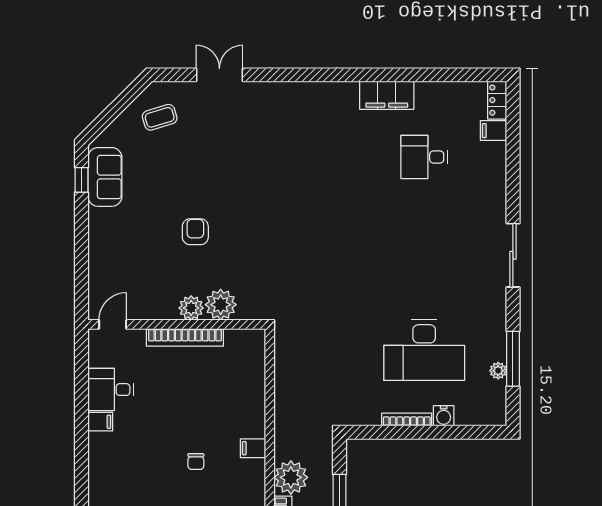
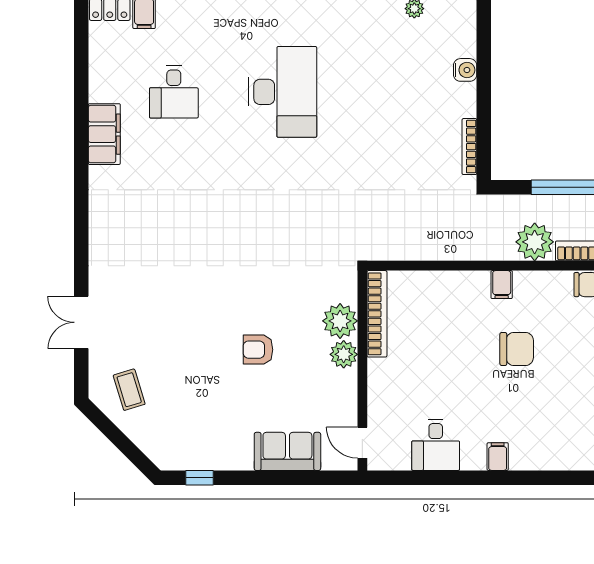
sofa: (105, 177) -> (287, 451), moved
bookcase: (185, 337) -> (377, 314), moved
desk: (424, 350) -> (283, 92), moved
bookcase: (407, 420) -> (469, 147), moved
filing cabinet: (100, 422) -> (498, 457), moved
chair: (196, 462) -> (517, 349), width x1.87, depth x1.87

